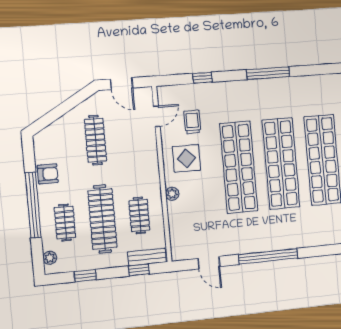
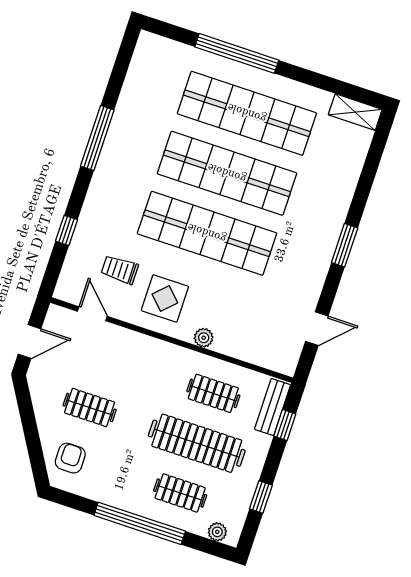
clothes rail: (95, 140) -> (90, 407), width x0.73
armchair: (48, 174) -> (70, 458), moved
window: (268, 256) -> (345, 245), width x0.47

